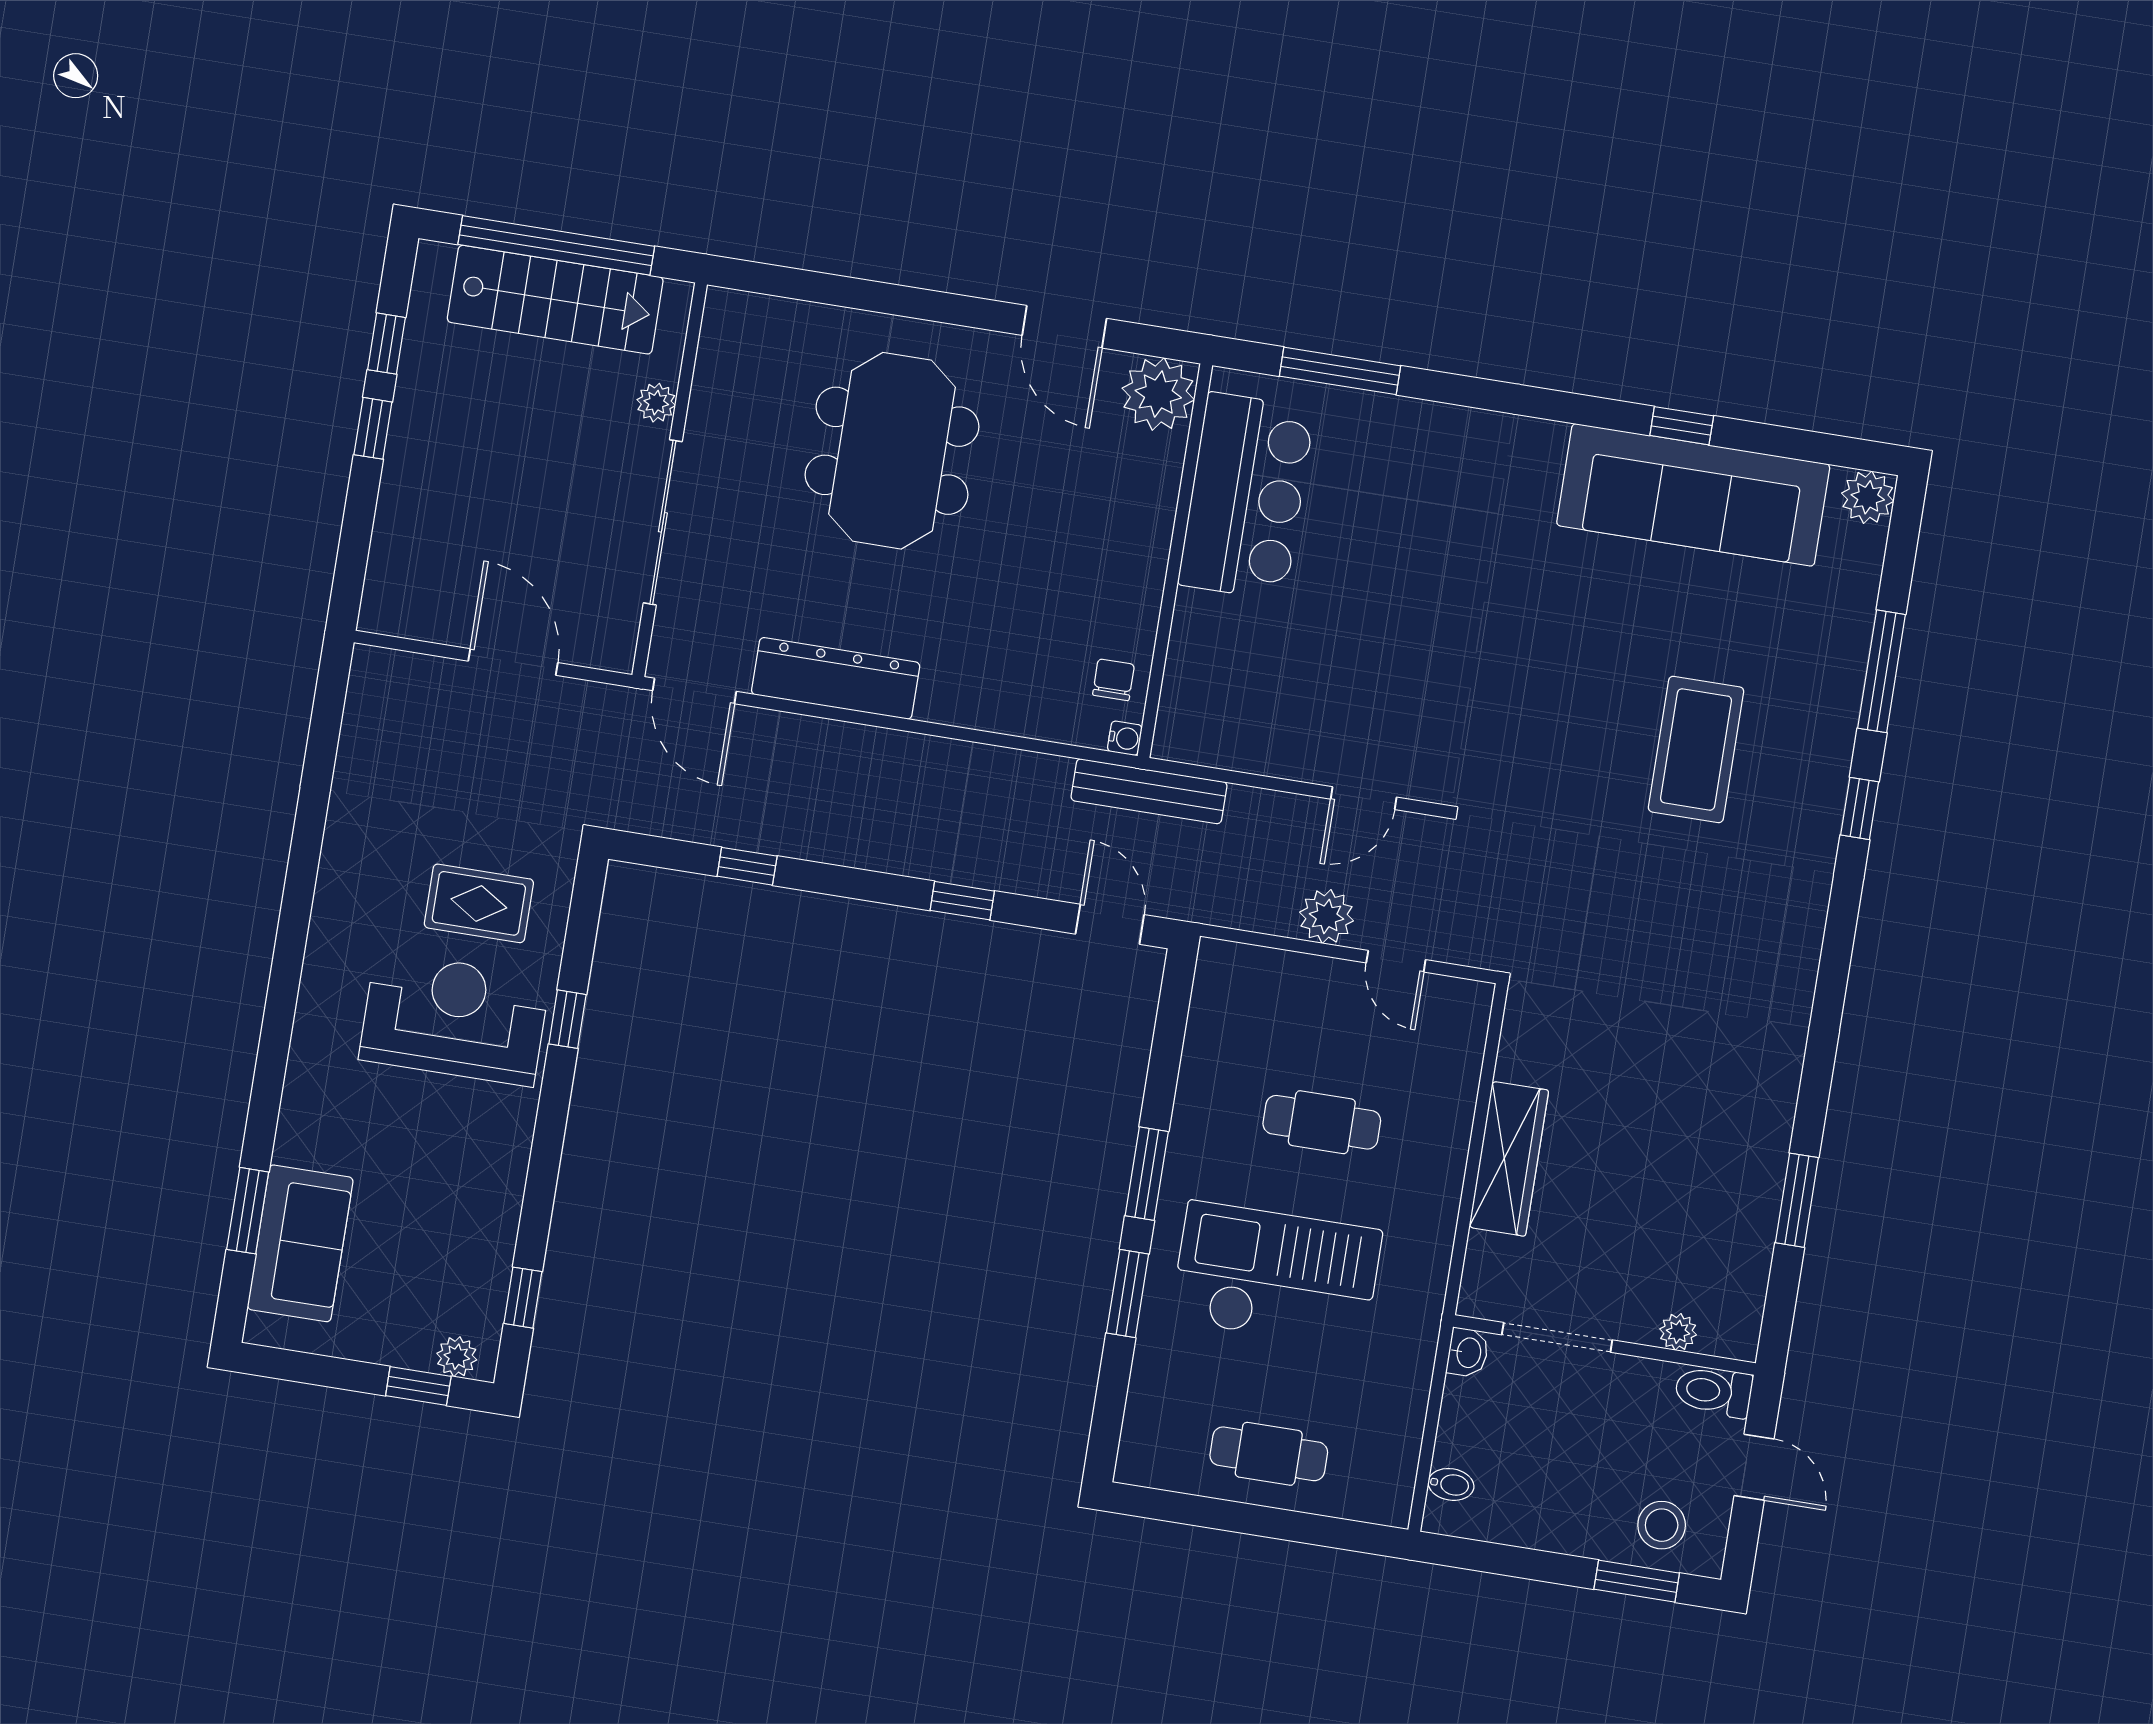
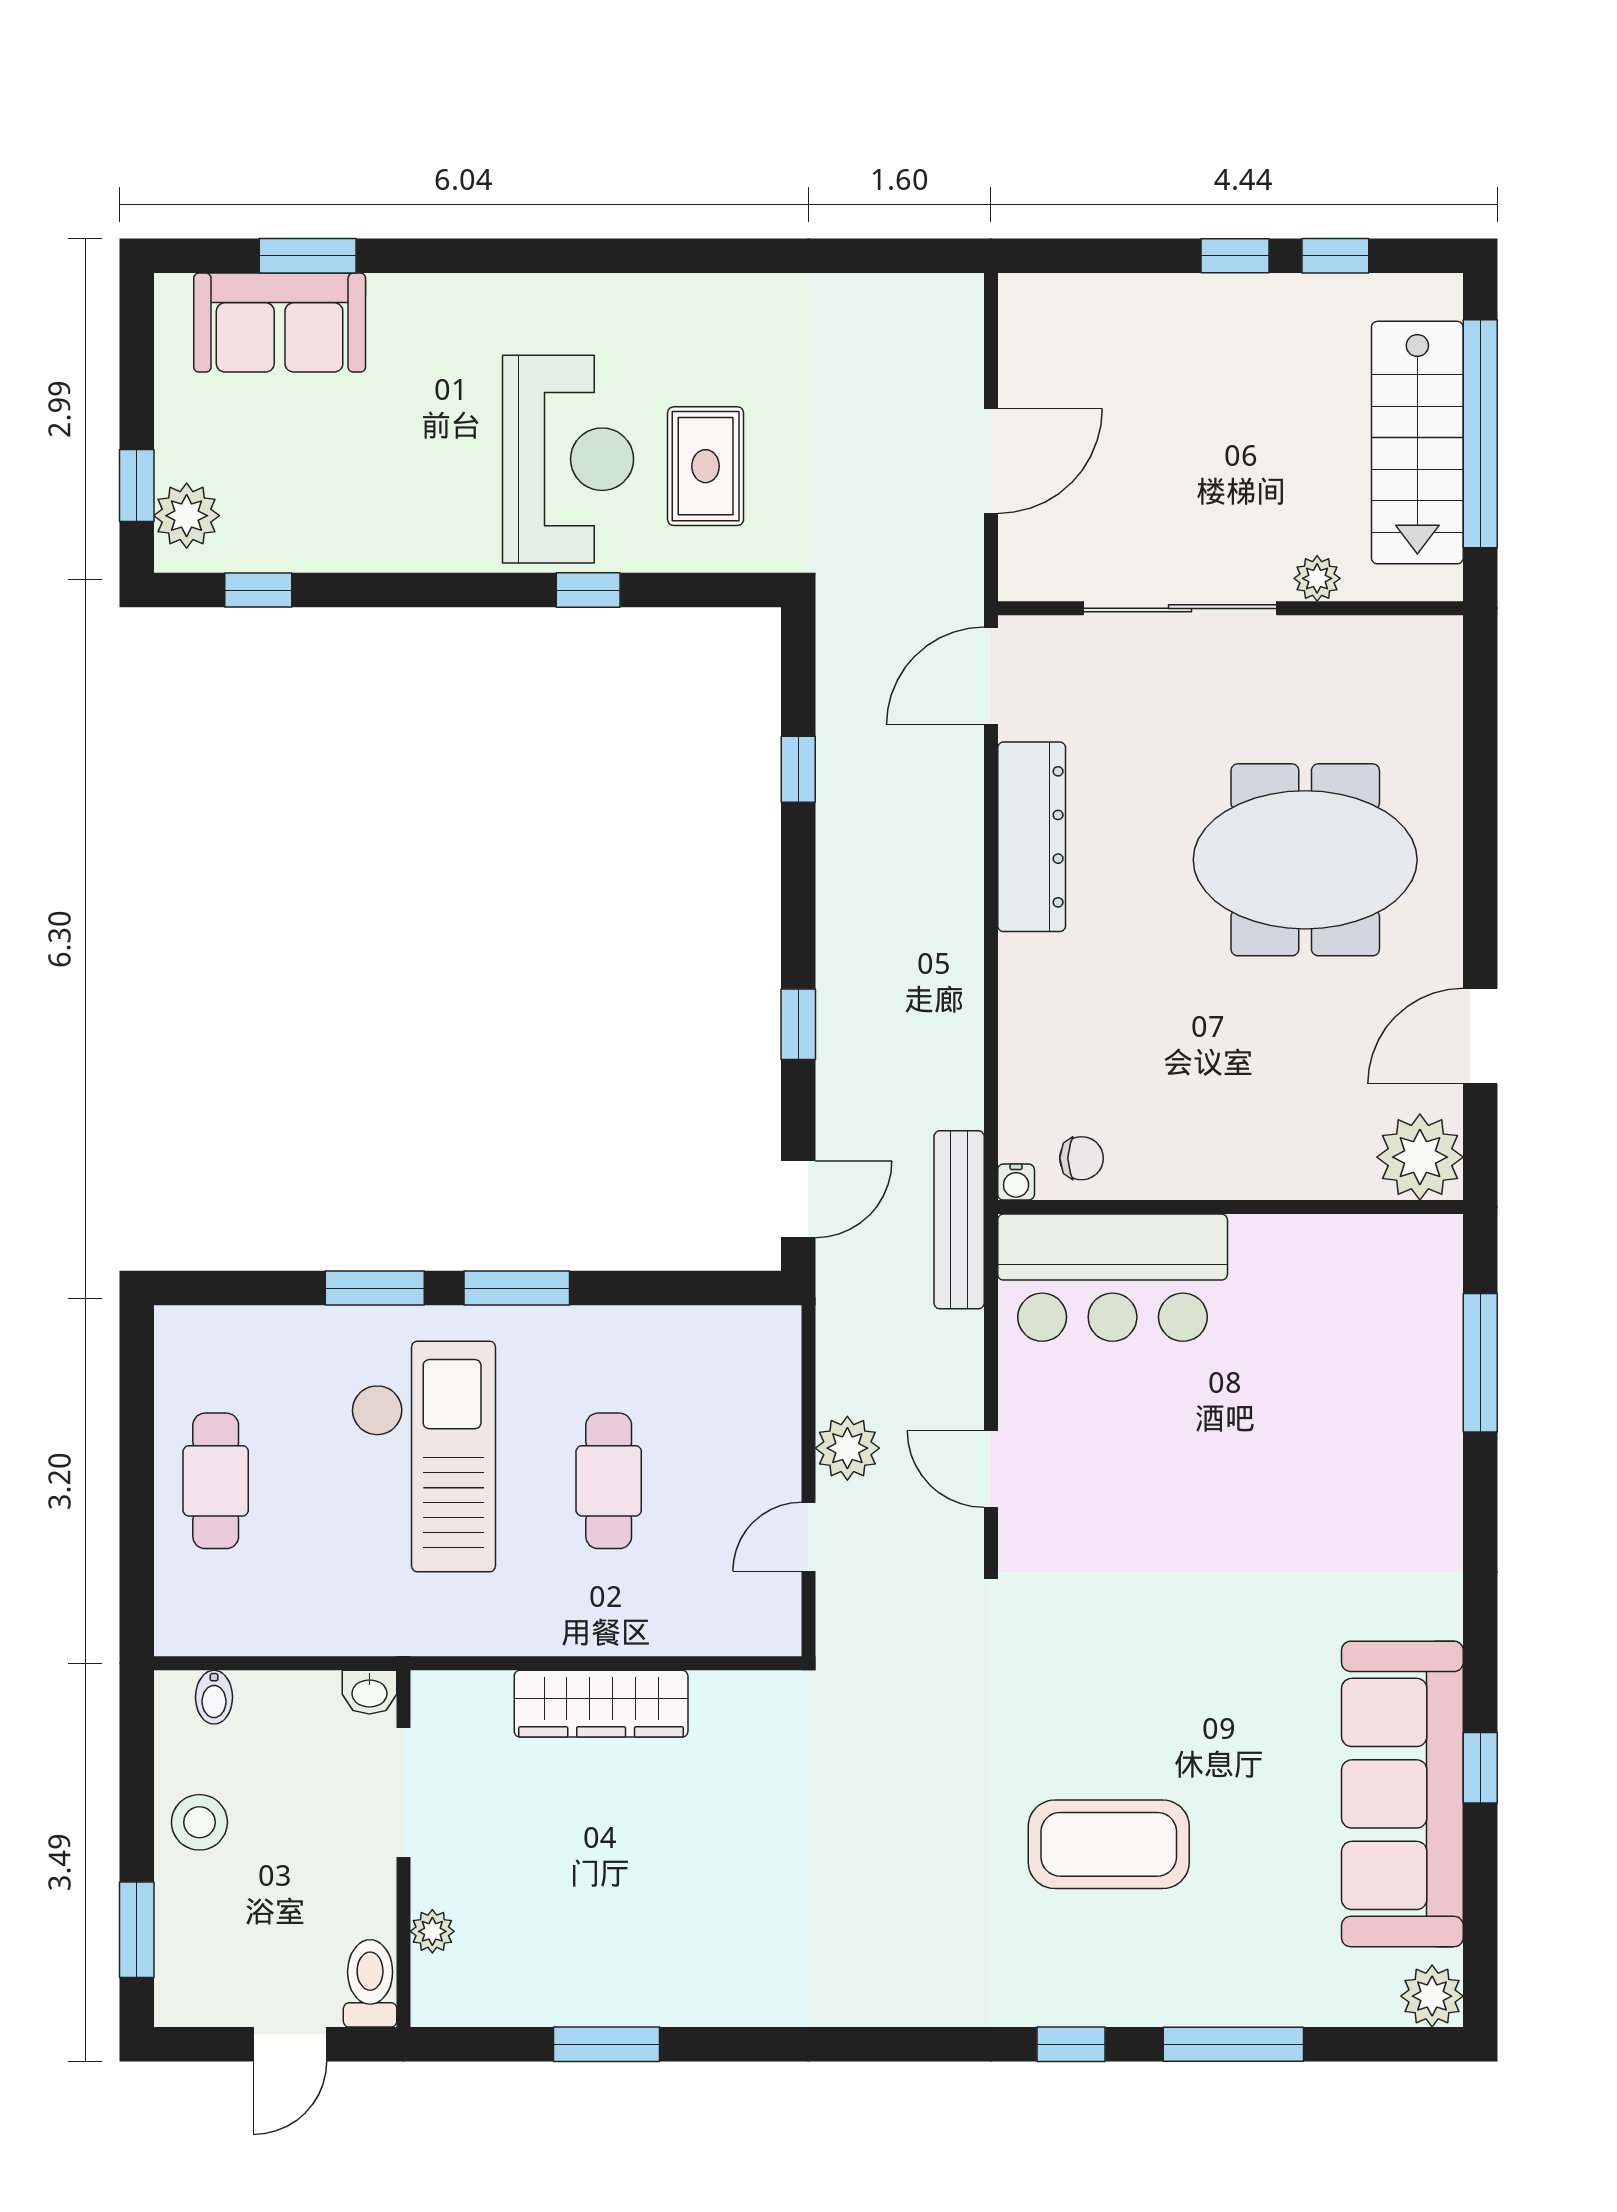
bar counter: (1246, 496) -> (1113, 1278), moved
plant: (457, 1357) -> (187, 516), width x1.38, depth x1.38
stool: (1662, 1525) -> (199, 1822), moved

